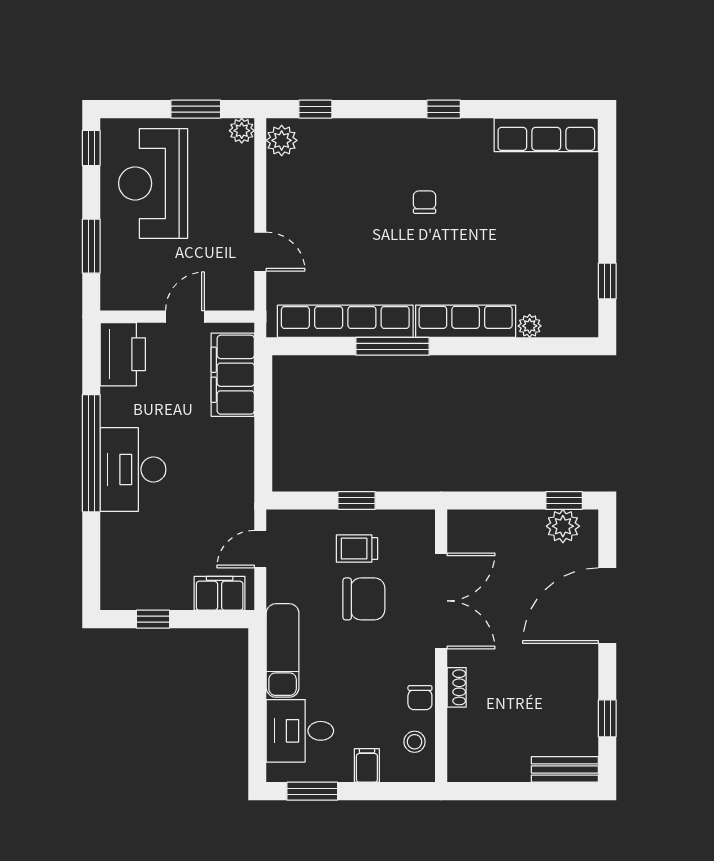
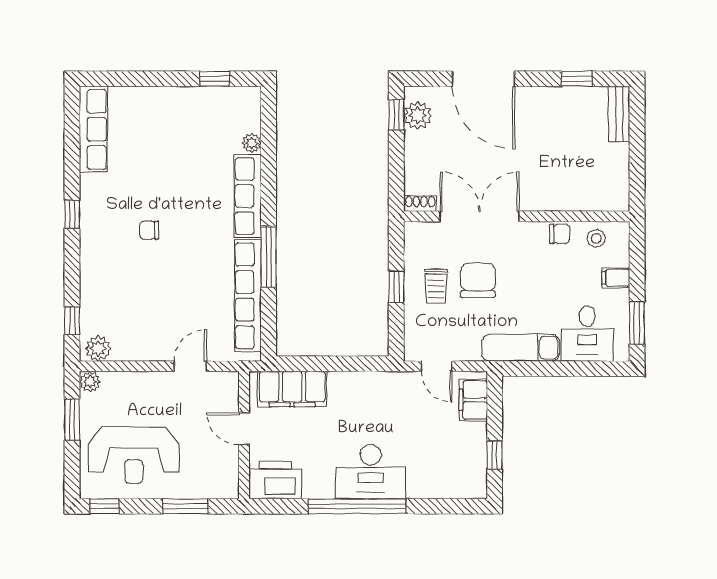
shoe rack: (457, 687) -> (420, 204), moved

